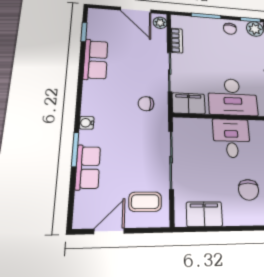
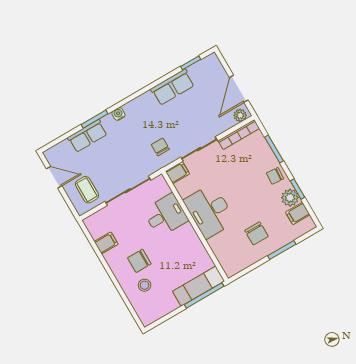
bookcase: (177, 41) -> (239, 135), width x1.56
filing cabinet: (189, 103) -> (177, 173), width x0.50
desk: (232, 138) -> (166, 215), moved
filing cabinet: (204, 214) -> (106, 243), width x0.50

